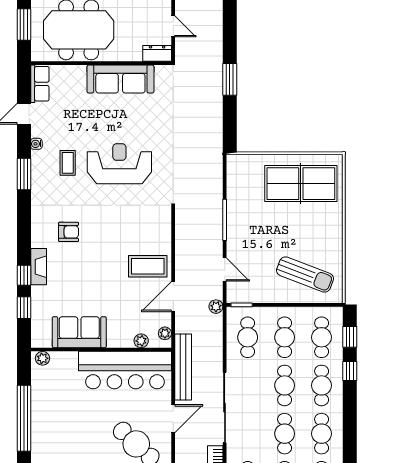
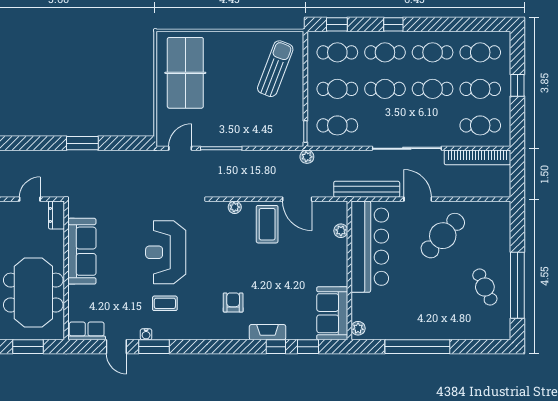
window: (24, 174) -> (154, 347), moved
door: (225, 270) -> (180, 148), moved
sofa: (79, 332) -> (332, 313), moved
plant: (165, 333) -> (235, 207), moved
window: (350, 371) -> (393, 24), moved

